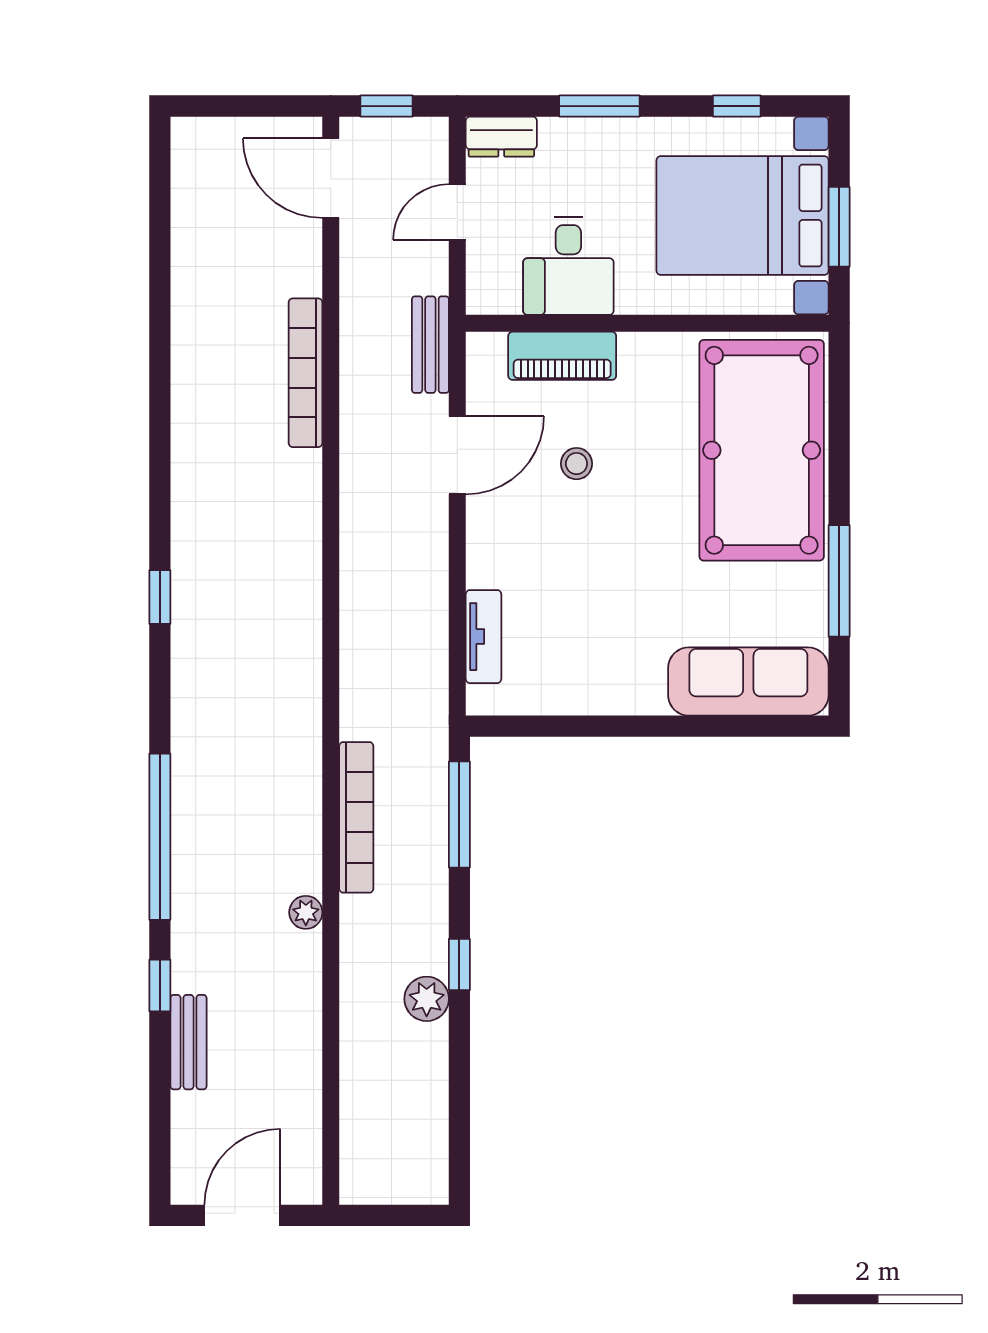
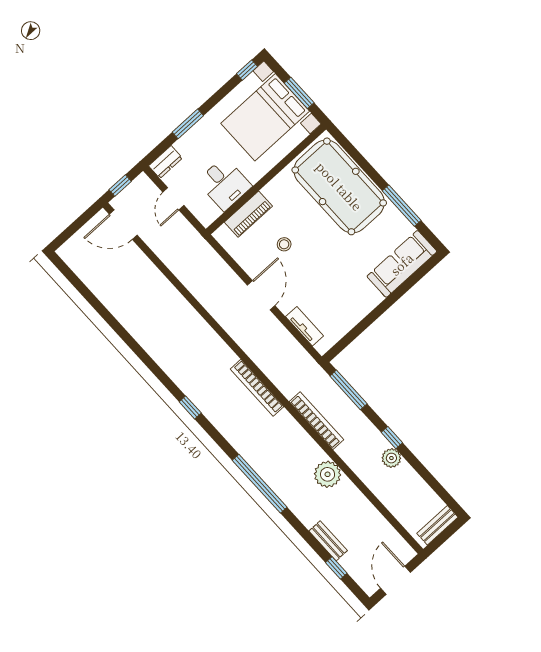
window: (737, 106) -> (247, 70), moved
bench: (430, 345) -> (437, 525), moved, turned 90
bookcase: (305, 373) -> (257, 388), moved
door: (457, 455) -> (261, 295), moved
plant: (306, 912) -> (328, 474), width x1.87, depth x1.87
window: (160, 986) -> (336, 568), moved

